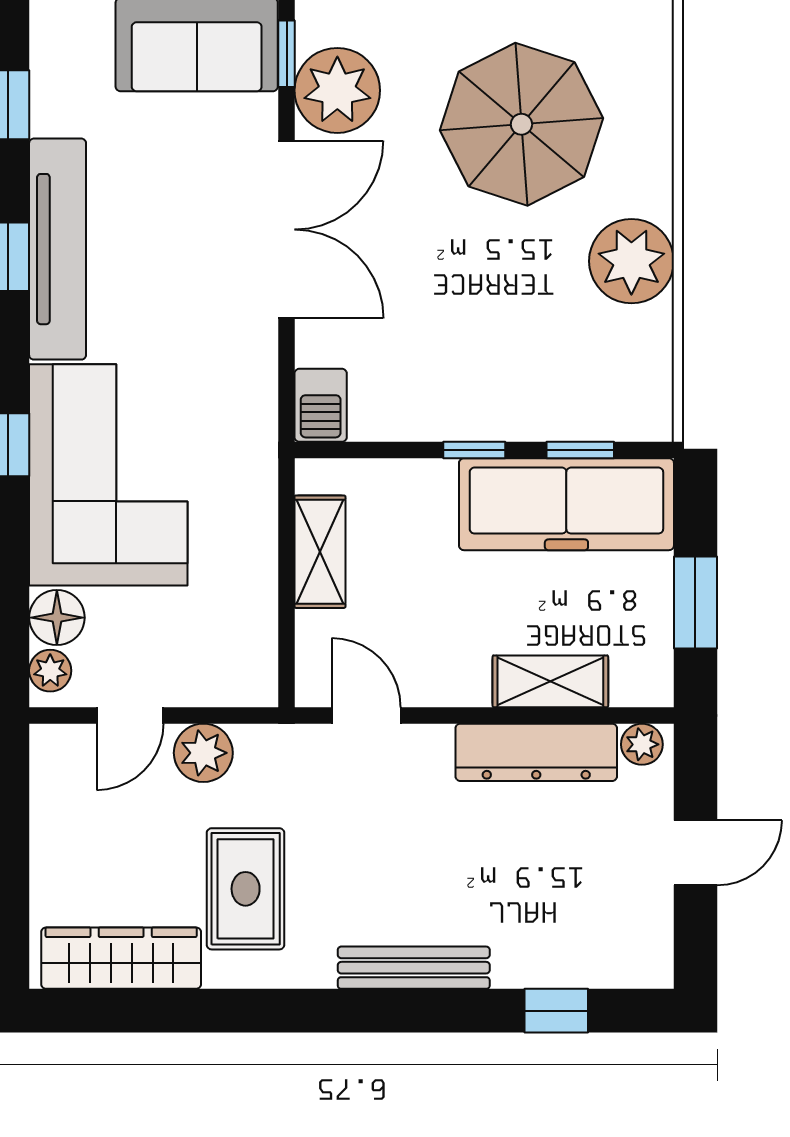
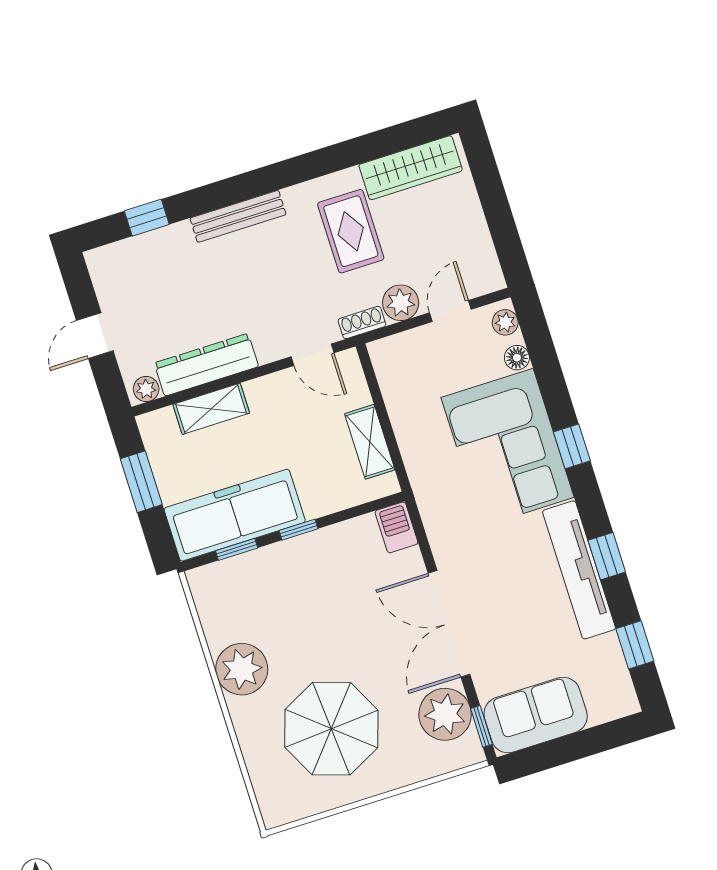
floor lamp: (57, 618) -> (517, 358), width x0.73, depth x0.73
shoe rack: (273, 741) -> (362, 323), added

